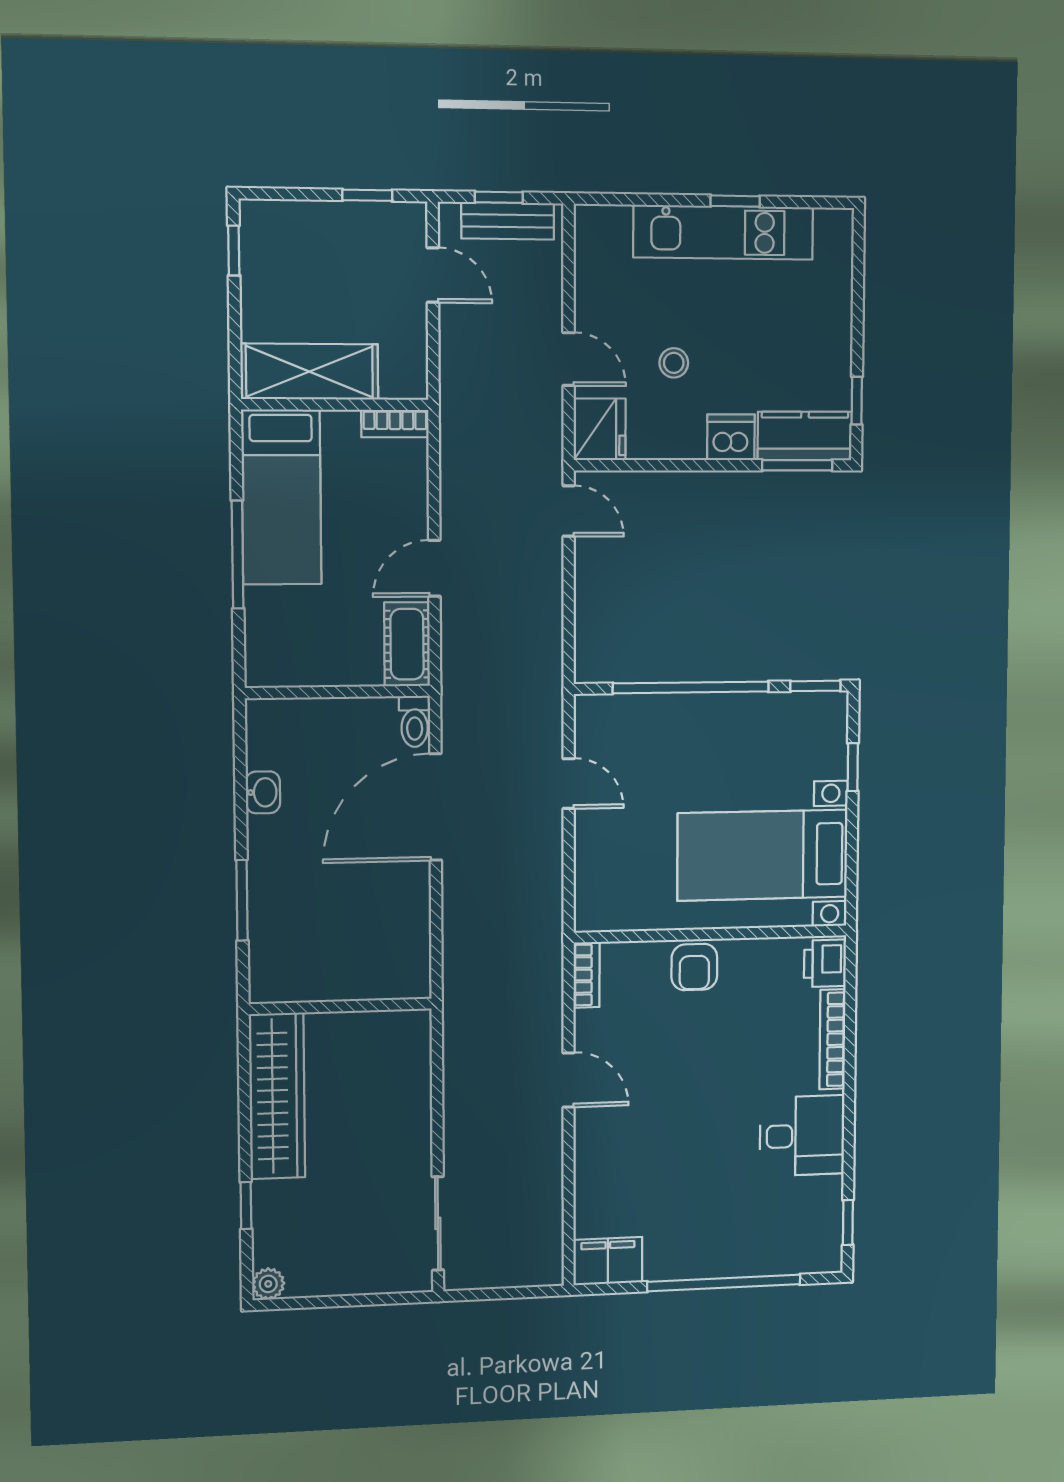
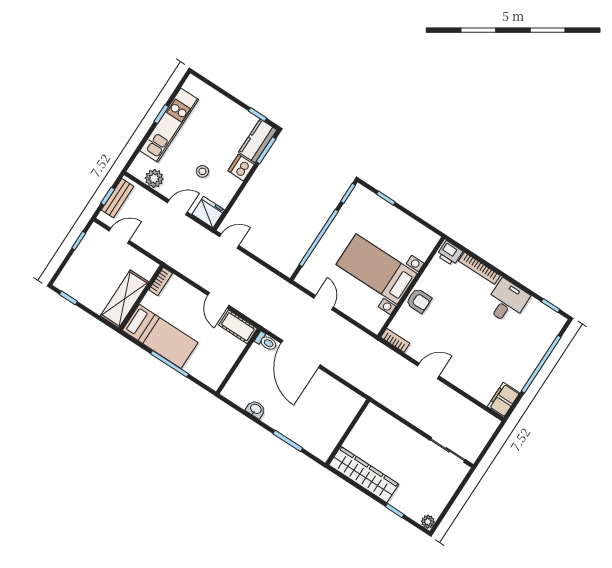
plant: (596, 272) -> (154, 178), added
door: (569, 784) -> (324, 303), hinge flipped
bed with nightstands: (763, 855) -> (377, 269), moved, turned 90

